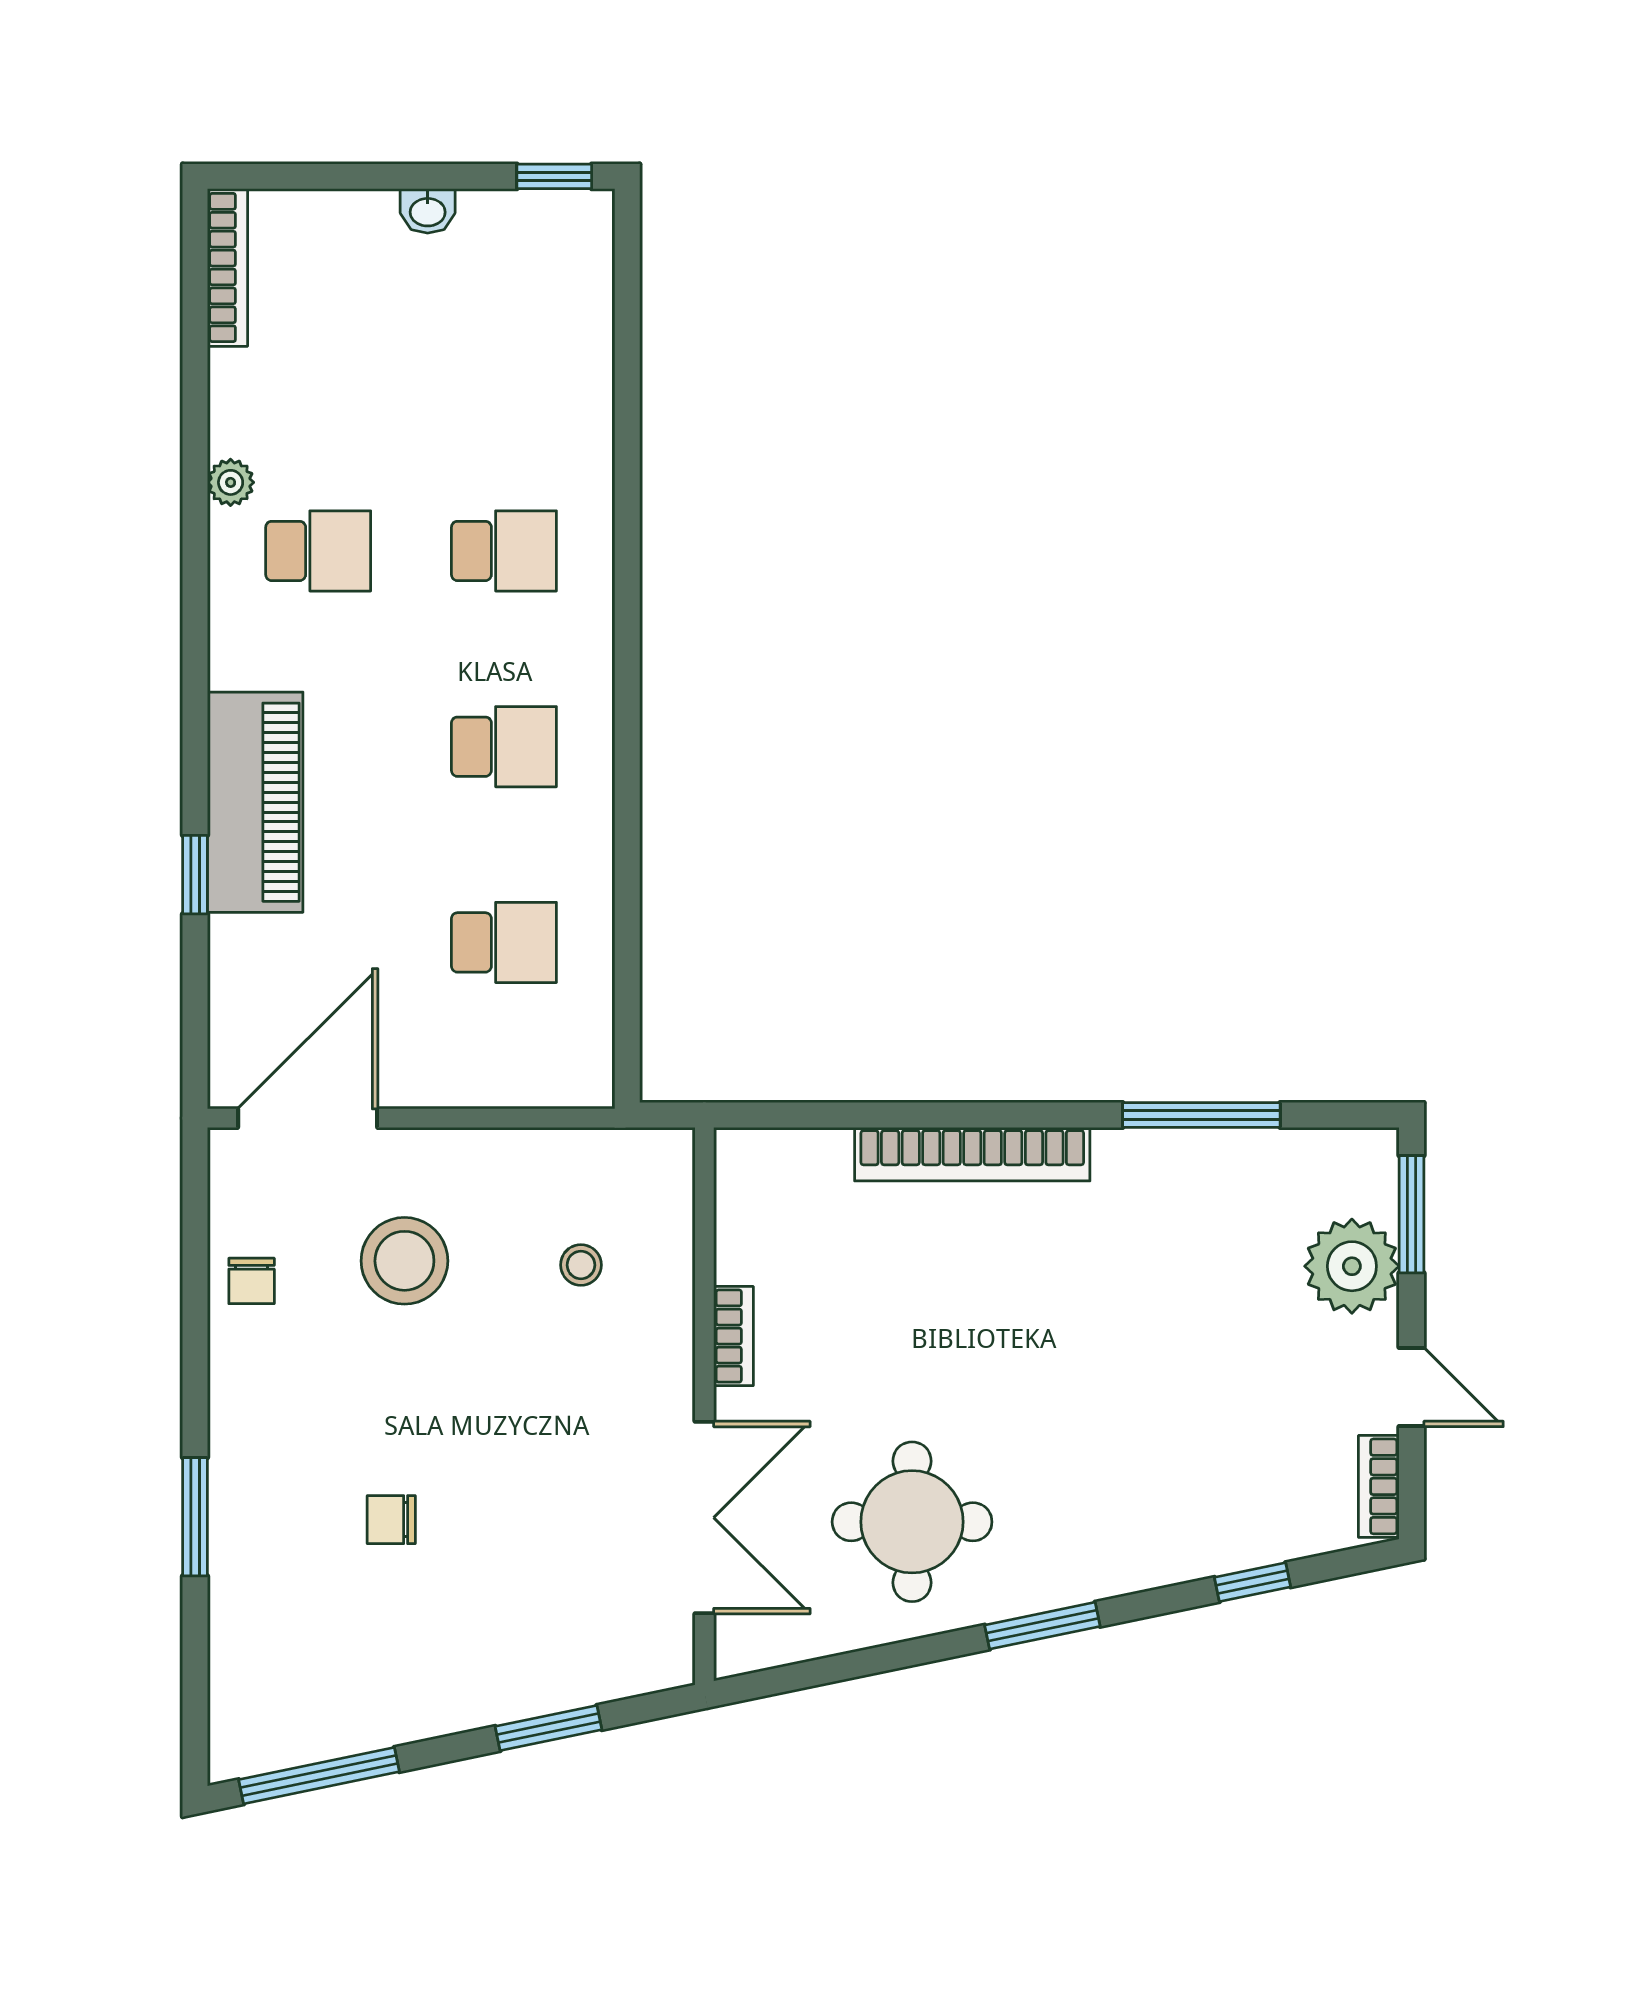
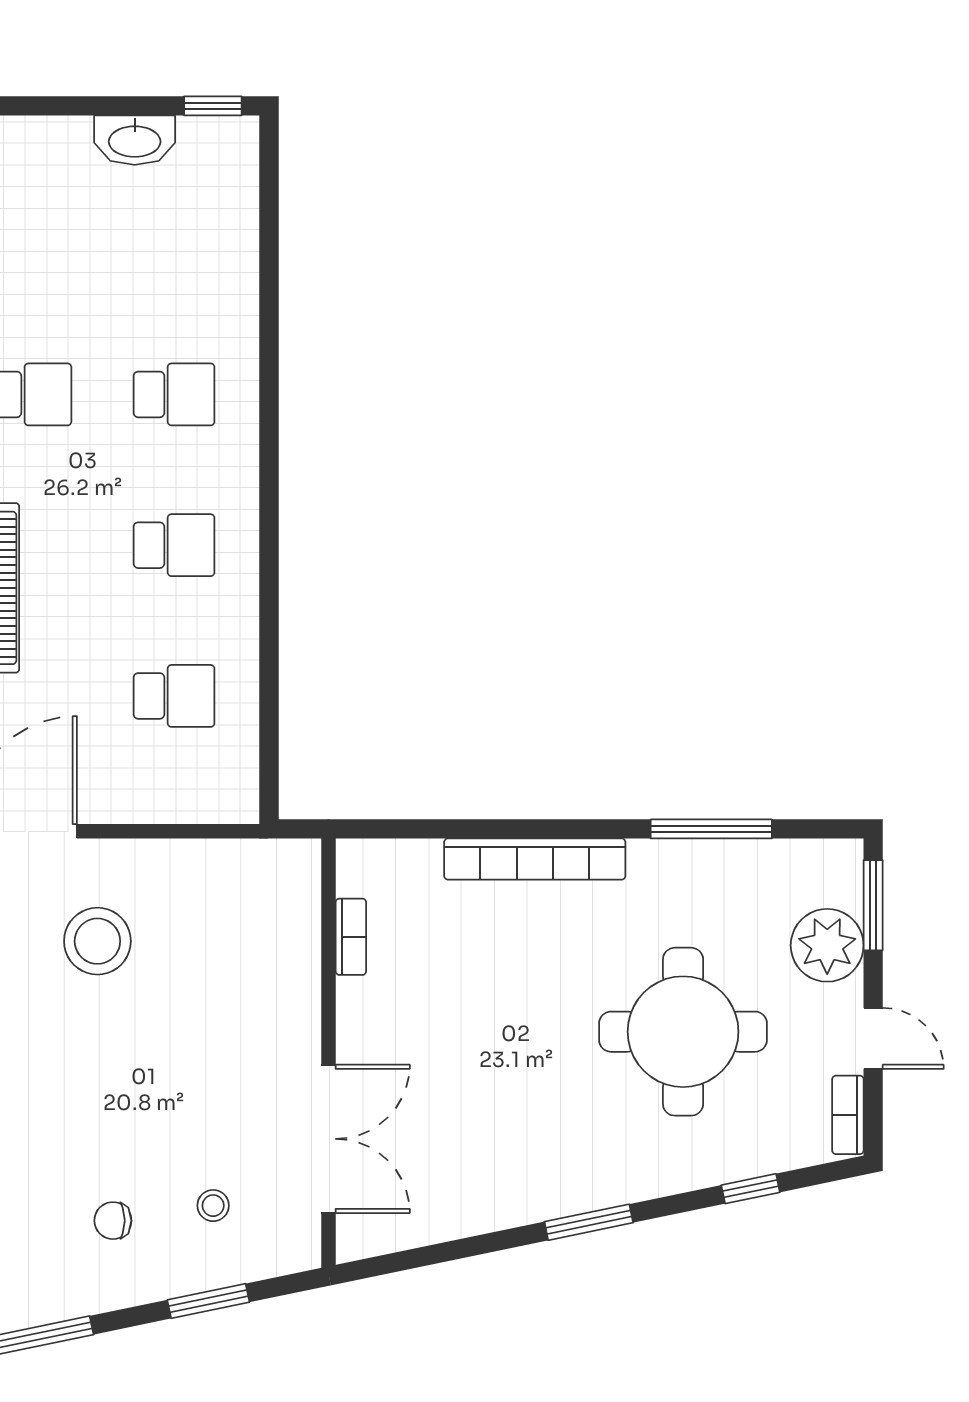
washbasin: (428, 211) -> (135, 140), width x1.91, depth x1.45
stool: (581, 1265) -> (213, 1206), moved
bookcase: (734, 1336) -> (351, 937), moved
chair: (391, 1520) -> (113, 1221), moved
round table: (912, 1522) -> (683, 1032), moved, width x1.36, depth x1.36

